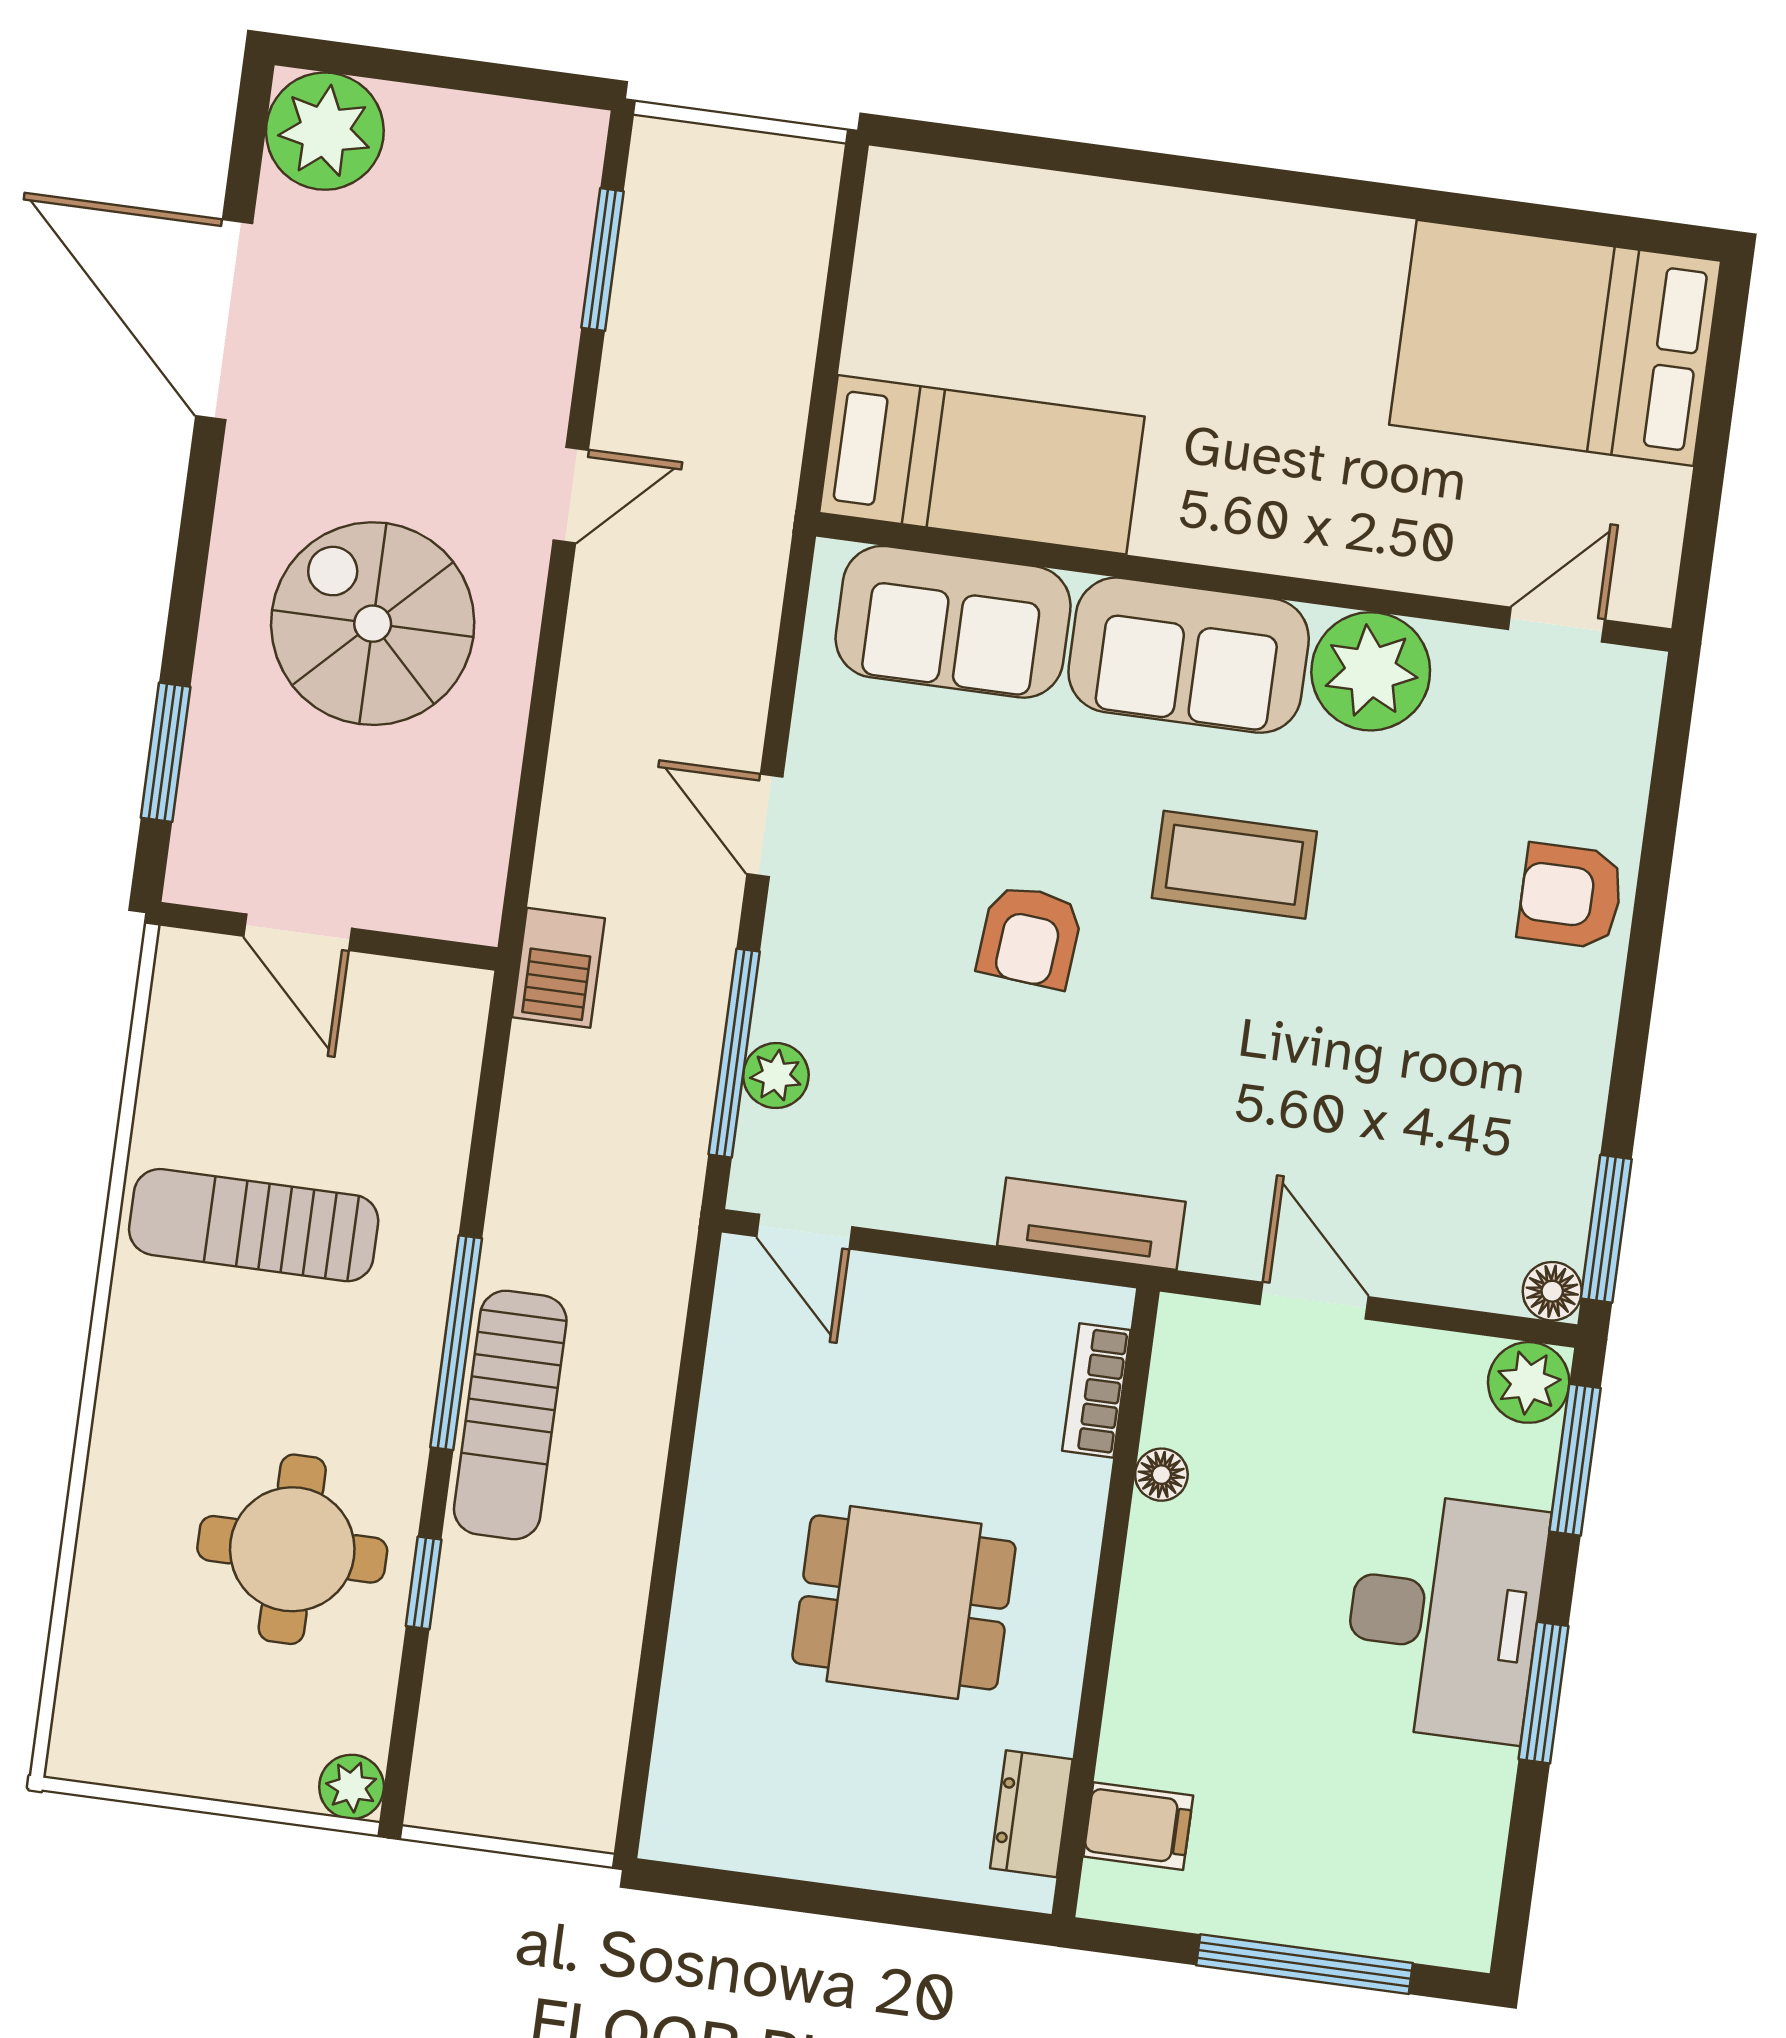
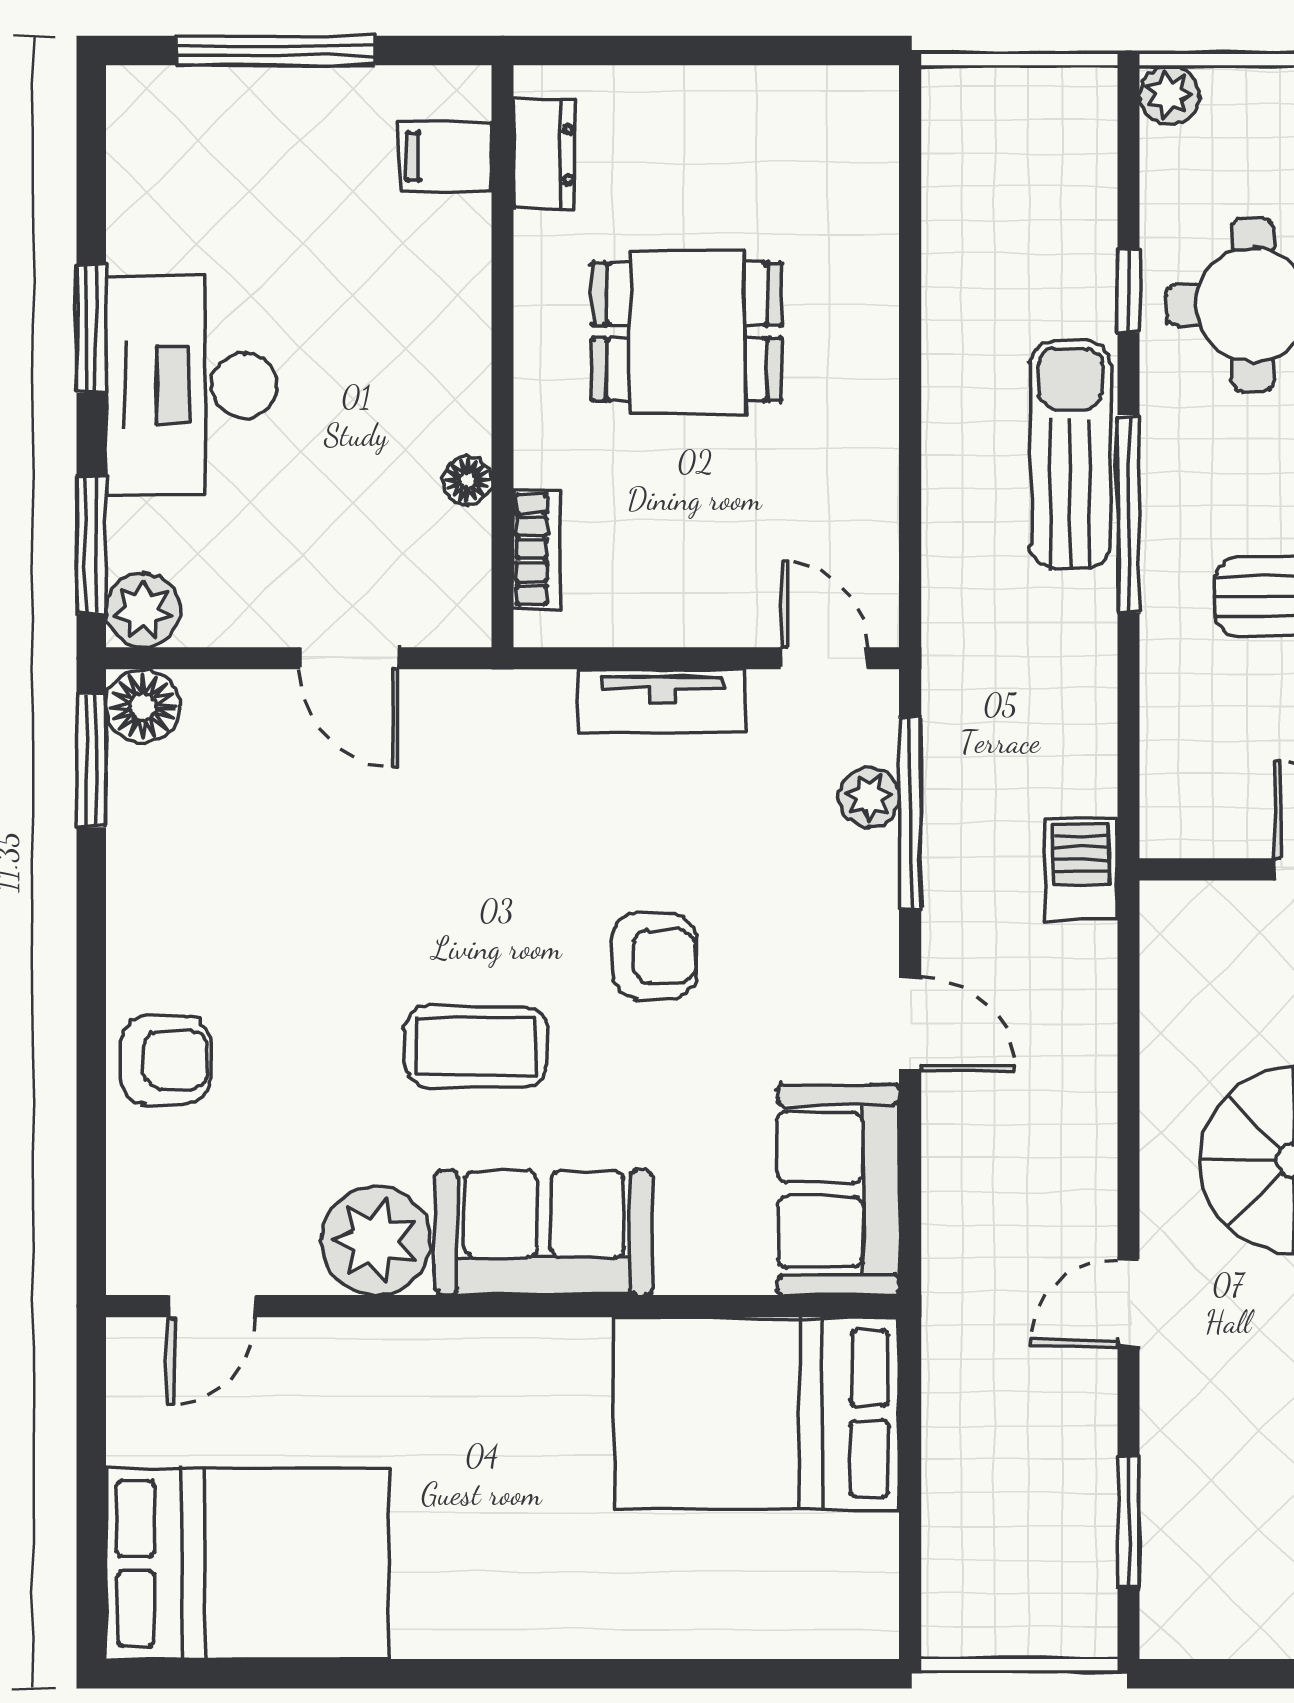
bed: (982, 465) -> (756, 1413), width x1.50
sofa: (953, 622) -> (838, 1190), moved, turned -90
armchair: (1030, 936) -> (654, 956), turned 85
tv unit: (1091, 1224) -> (662, 701), moved
floor lamp: (1552, 1291) -> (143, 706), width x1.37, depth x1.37

